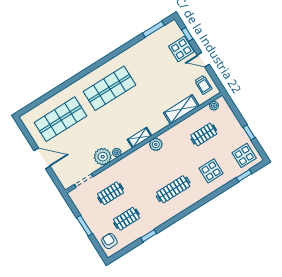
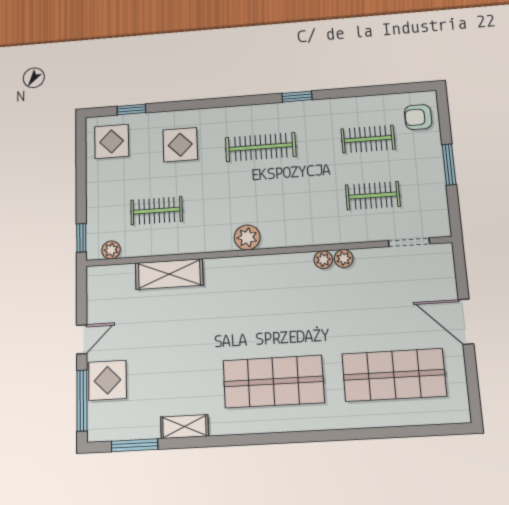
window: (187, 34) -> (82, 400), width x2.17
door: (203, 60) -> (82, 339), hinge flipped
trolley: (203, 85) -> (107, 296), removed
window: (249, 132) -> (81, 238), moved
shelving: (140, 138) -> (184, 427), moved
plant: (103, 157) -> (344, 258), width x0.53, depth x0.53
window: (149, 236) -> (297, 97), moved
armchair: (109, 241) -> (418, 117), turned 90

